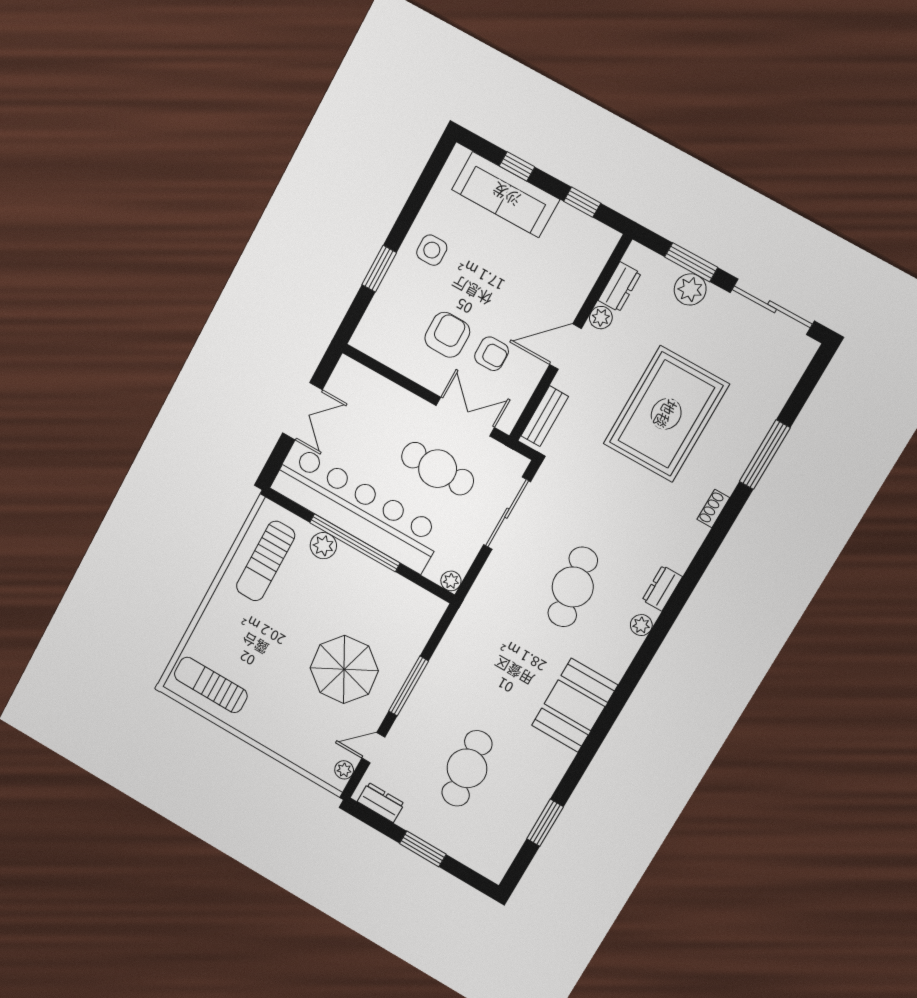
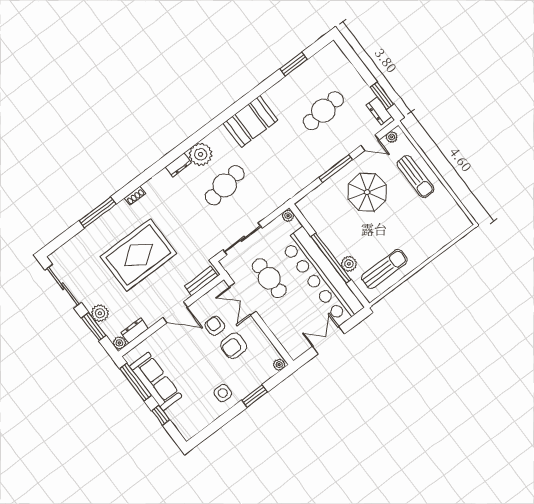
sofa: (506, 195) -> (156, 381), moved
window: (582, 202) -> (135, 382), width x2.17
plant: (601, 318) -> (119, 343), moved
plant: (362, 337) -> (279, 365), added
plant: (641, 625) -> (201, 154), width x1.87, depth x1.87
sun lounger: (211, 685) -> (415, 177), moved
window: (423, 849) -> (382, 96), moved

